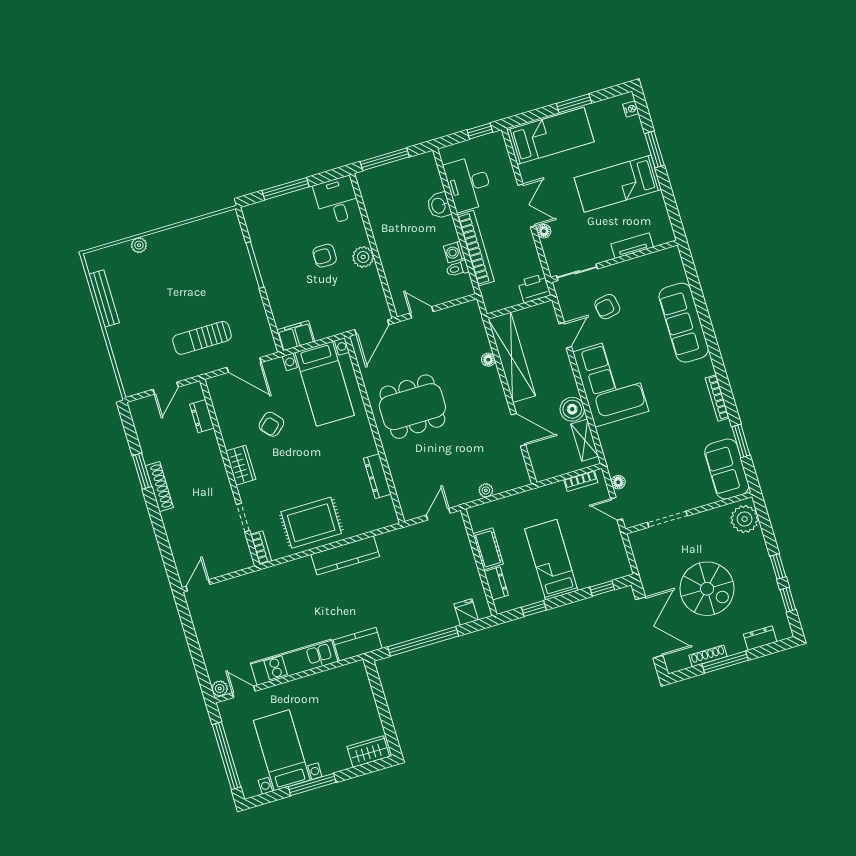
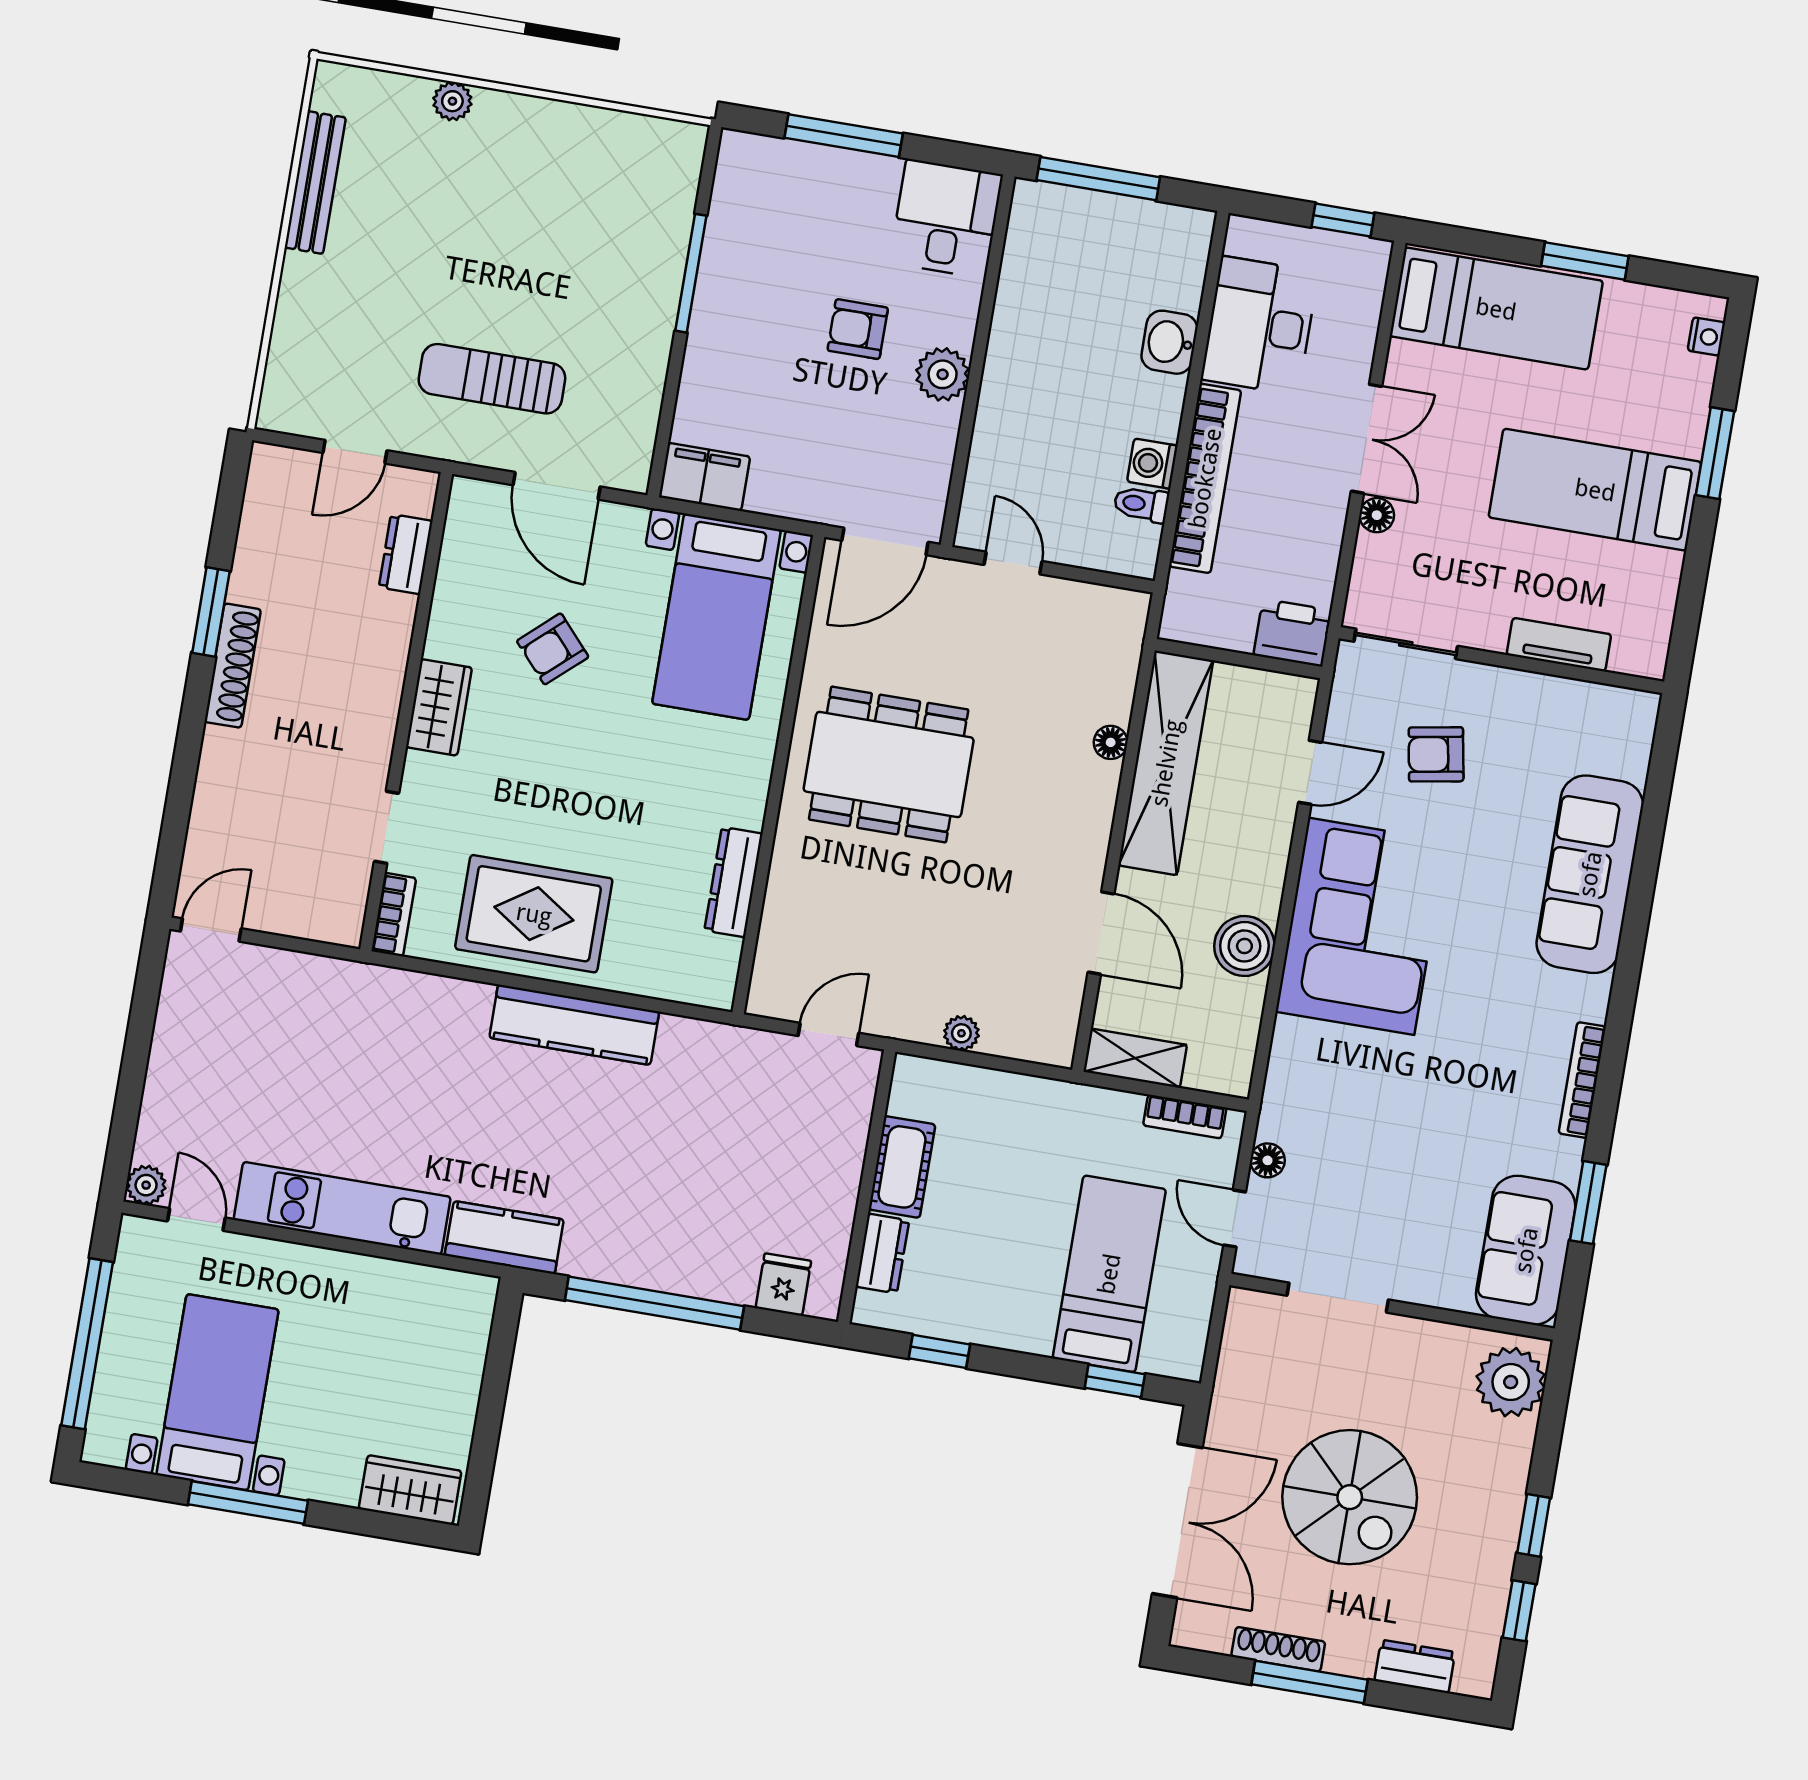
shelving: (585, 440) -> (1135, 1058), moved, turned 90
bed: (551, 560) -> (1109, 1274), moved

